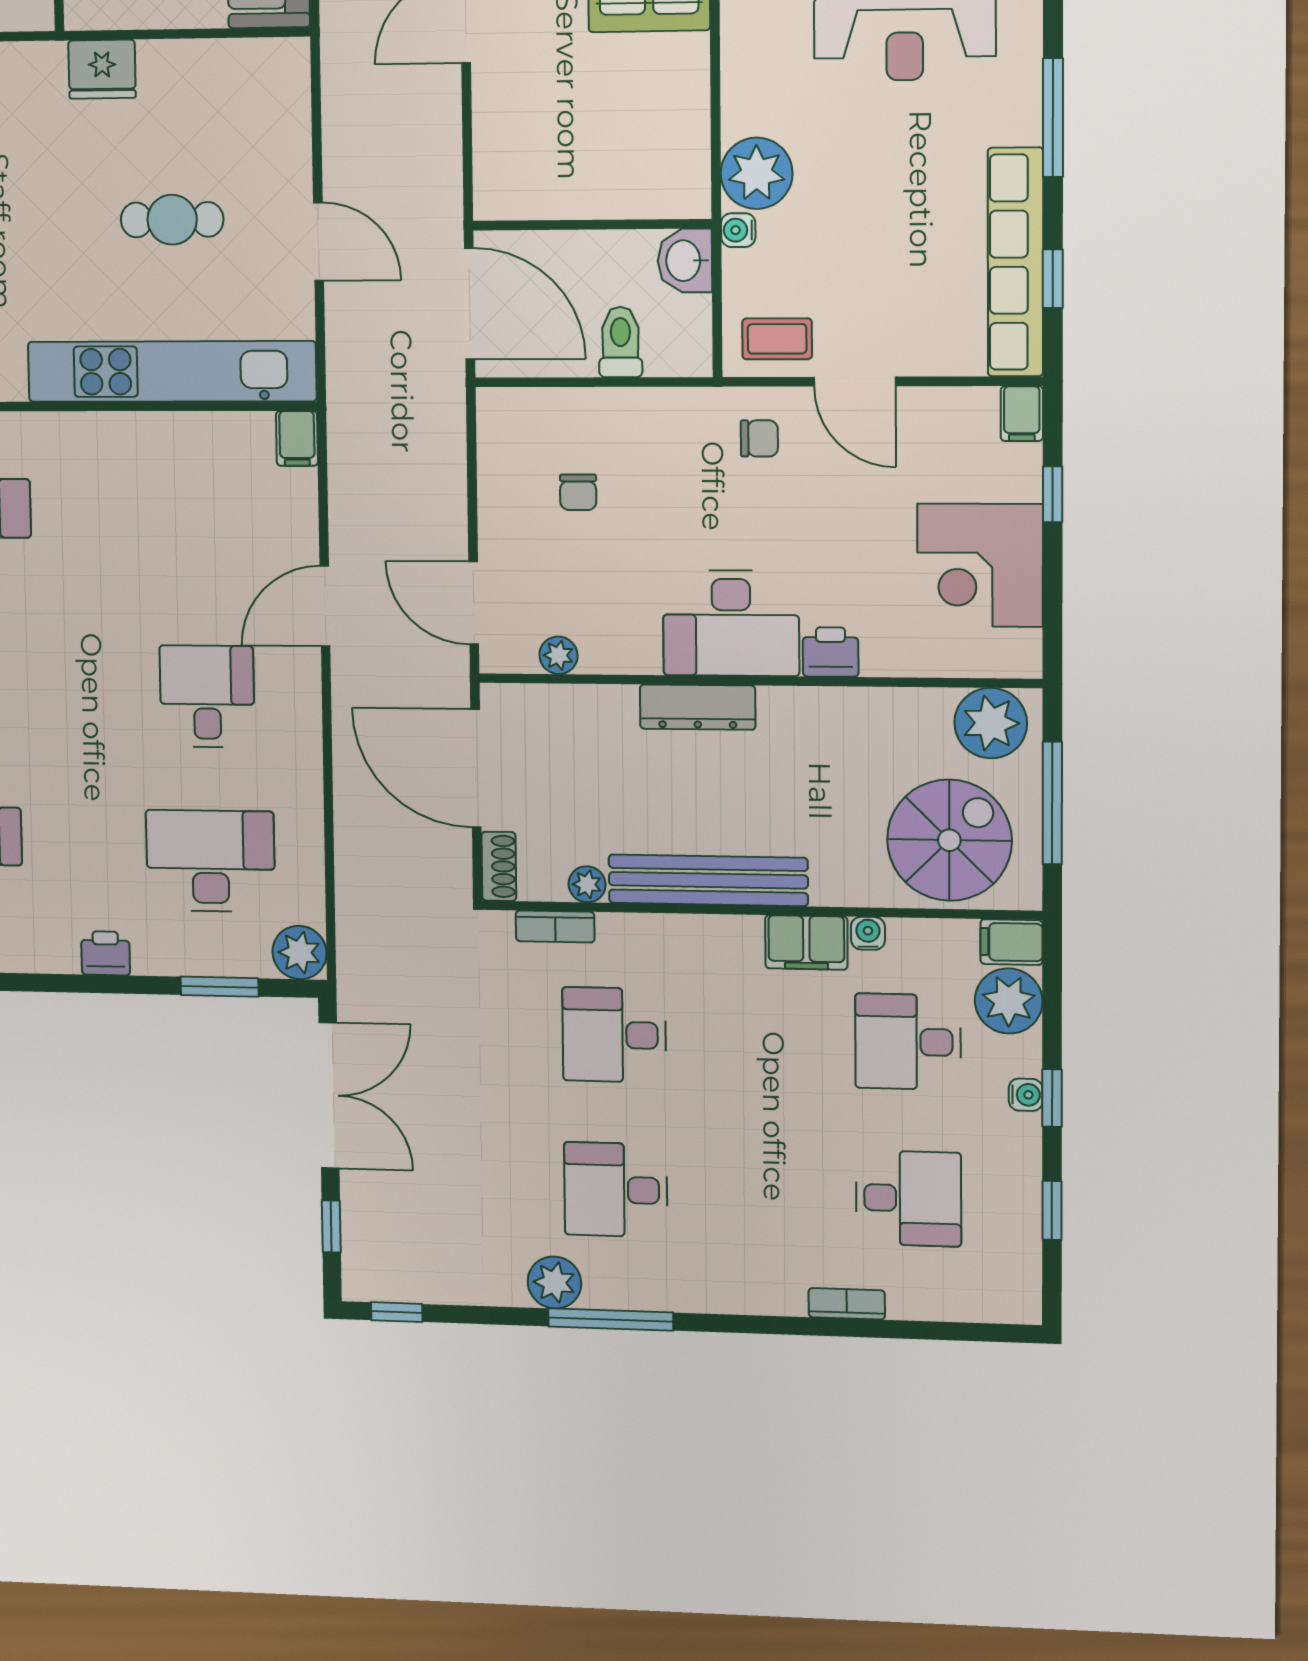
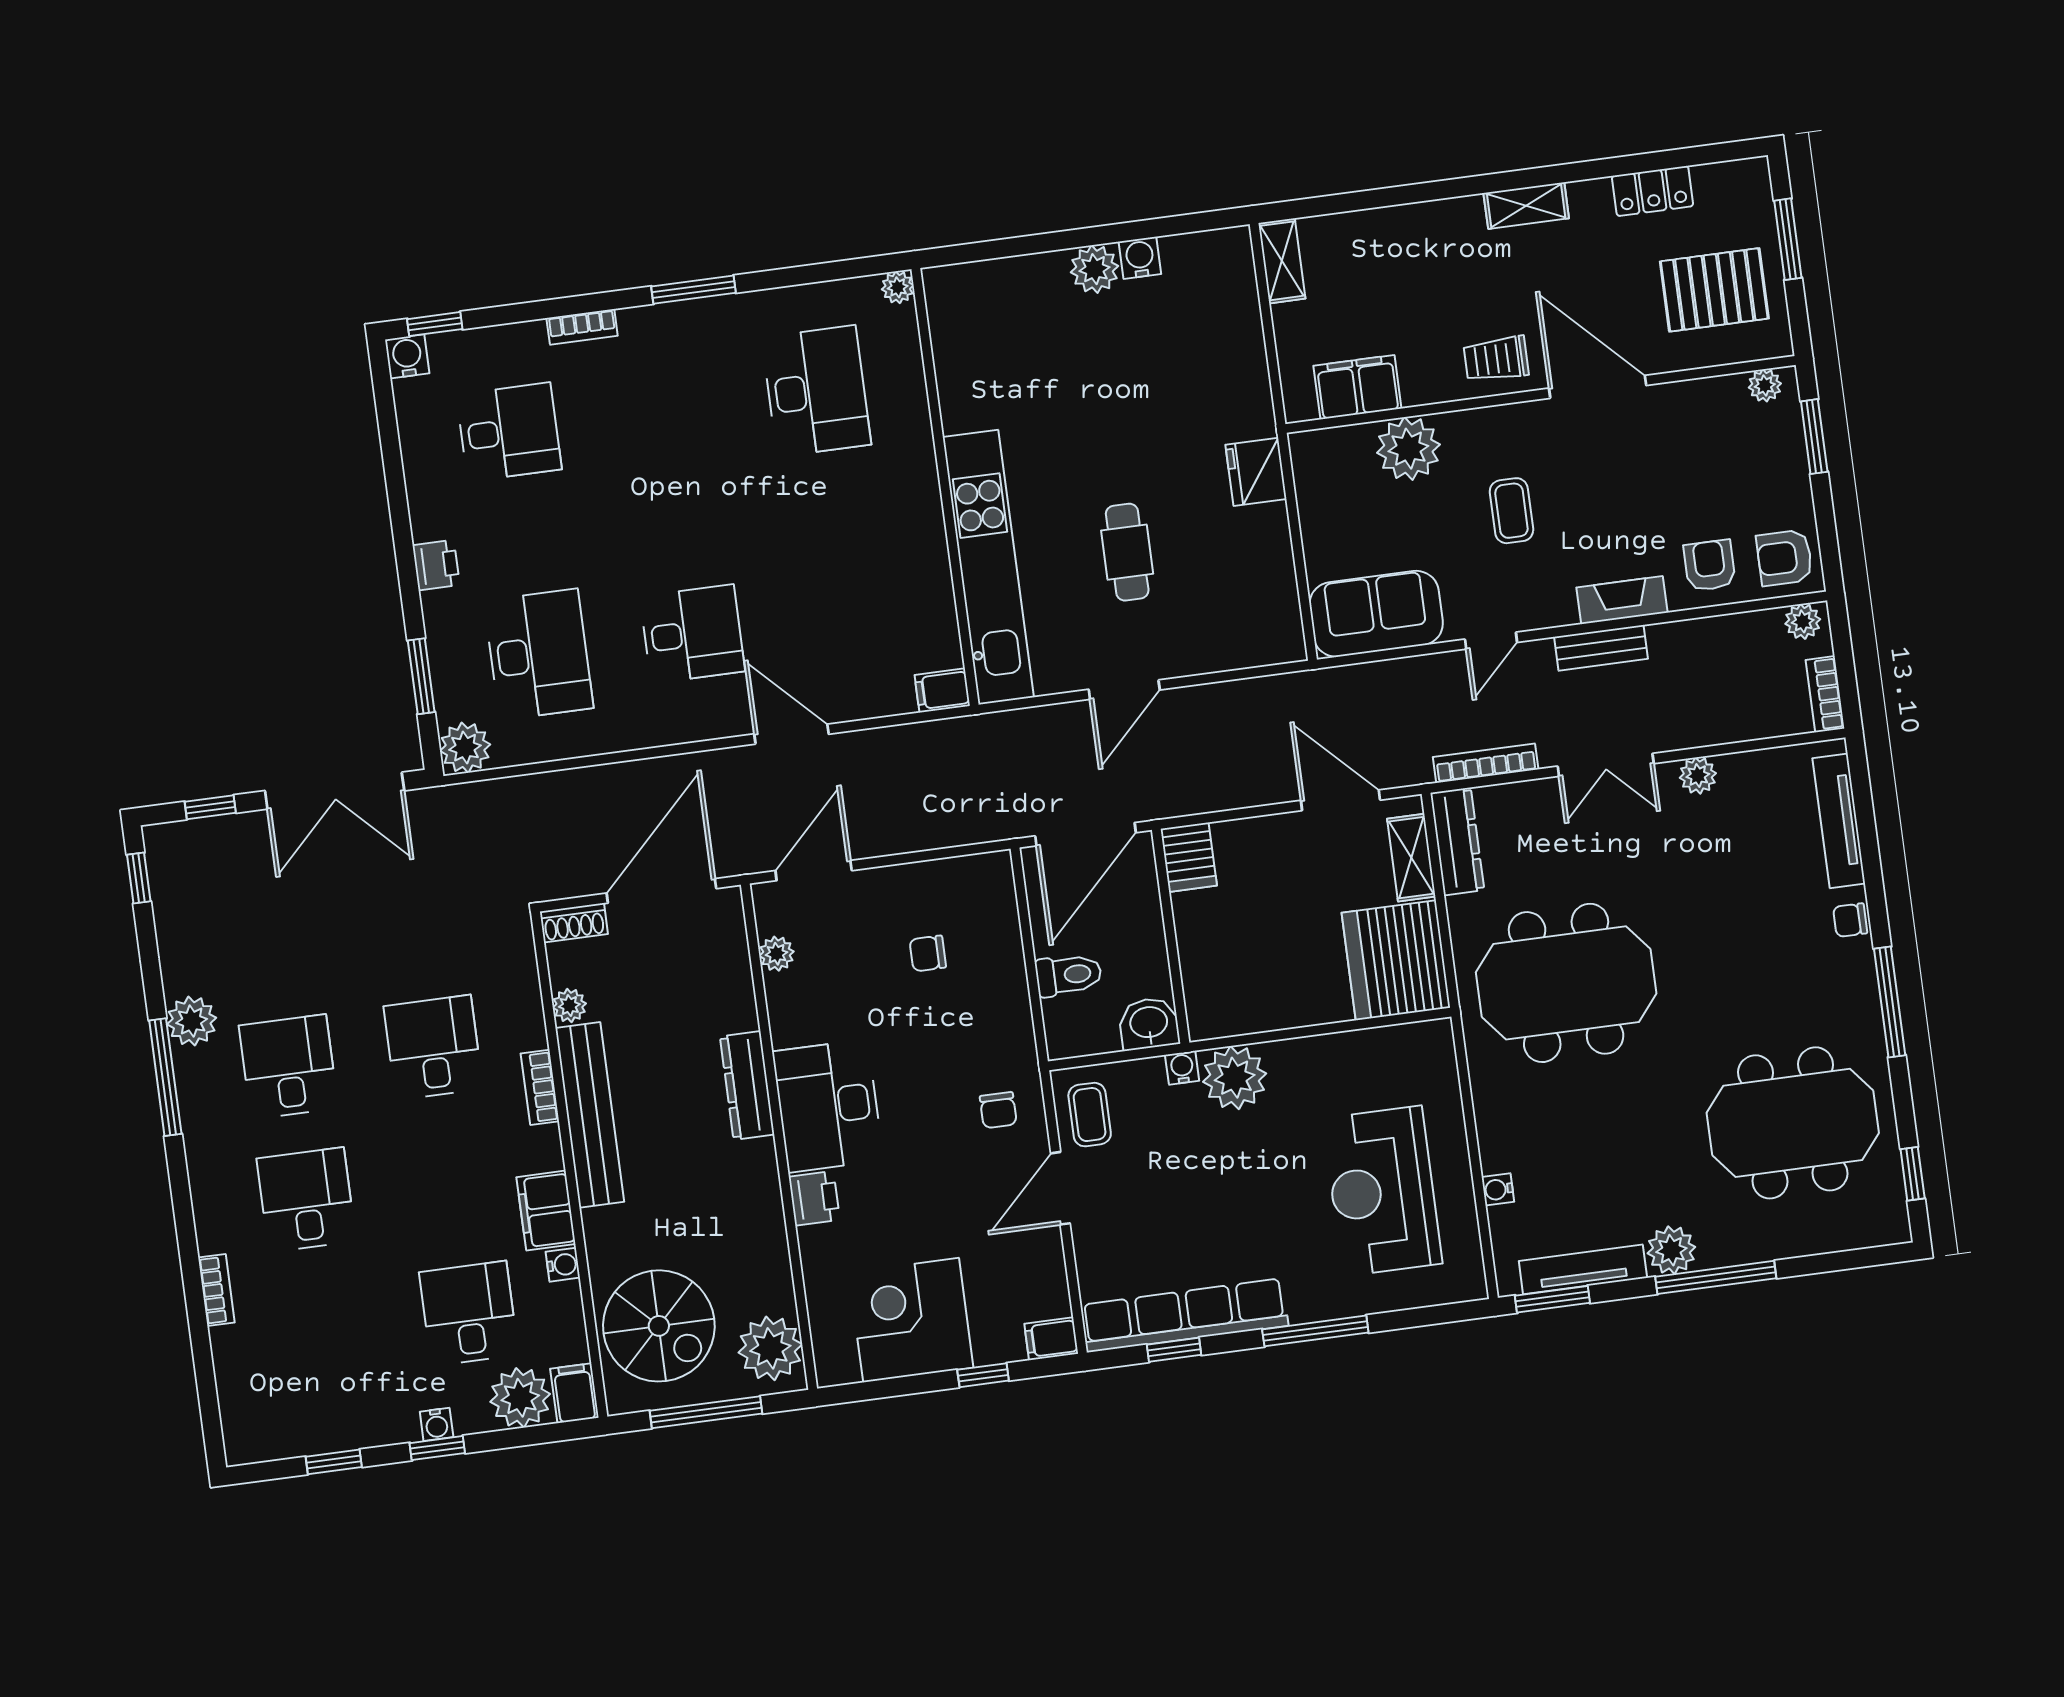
server rack: (508, 194) -> (1189, 857), added
bookcase: (555, 927) -> (540, 1087), moved
desk: (908, 1198) -> (306, 1200), moved, turned 180

